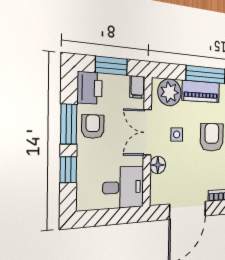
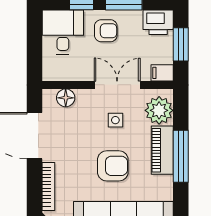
armchair: (93, 127) -> (106, 31), moved
floor lamp: (158, 165) -> (66, 98), moved
desk: (123, 187) -> (63, 32), moved, turned 180

